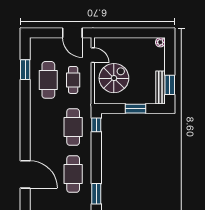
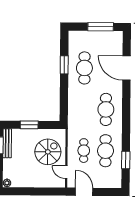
spiral stairs: (114, 78) -> (48, 152), turned 180
window: (96, 125) -> (64, 111), removed
cafe table: (73, 127) -> (106, 109), moved
window: (96, 194) -> (64, 65), moved

